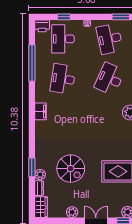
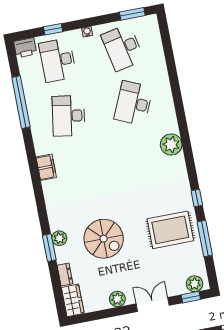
plant: (40, 175) -> (59, 238), moved

